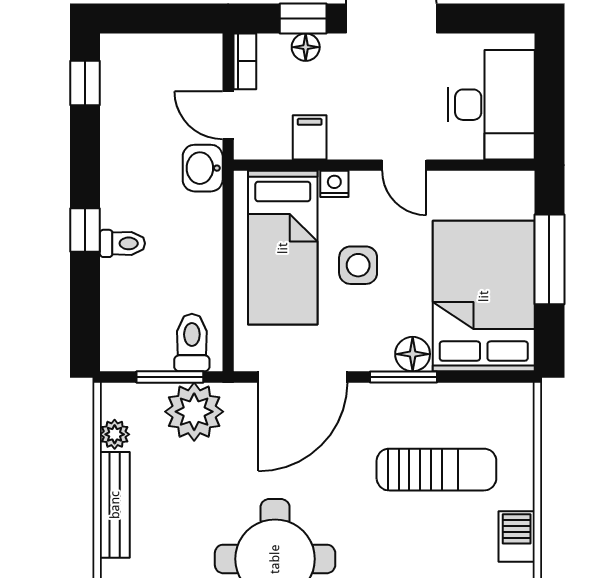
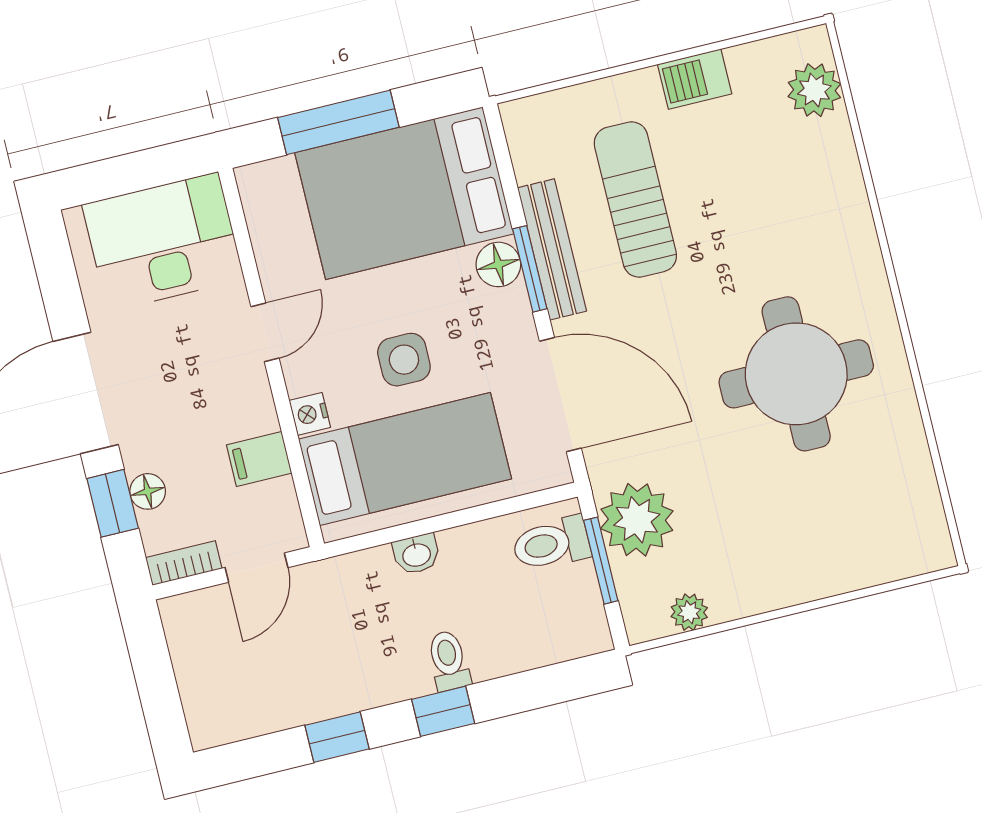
window: (85, 83) -> (337, 737), moved
washbasin: (203, 168) -> (416, 554), moved, width x0.72, depth x0.69
bench: (115, 505) -> (552, 249), moved, turned 90

